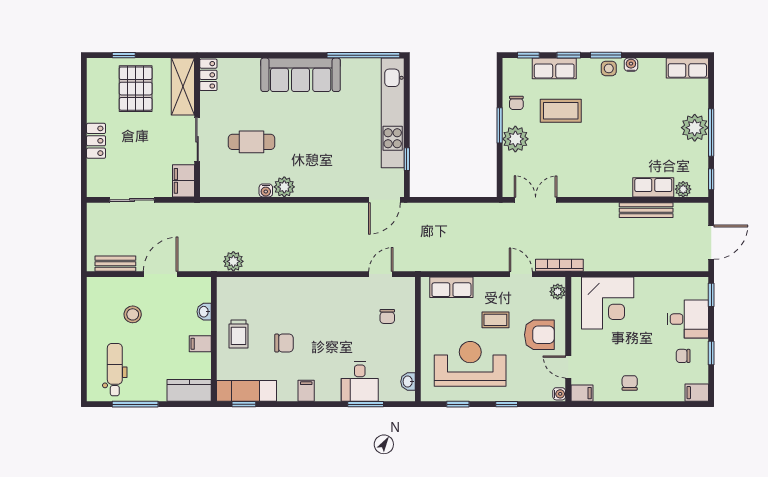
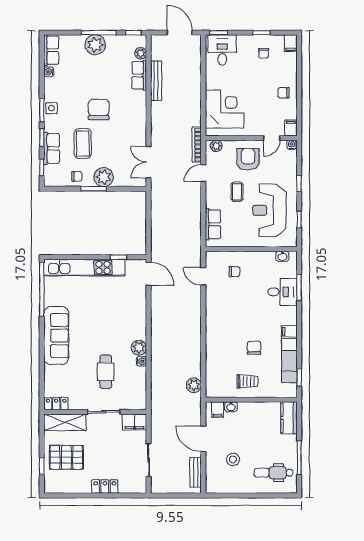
water cooler: (631, 65) -> (49, 72), moved
chair: (607, 132) -> (99, 109), added
desk: (688, 319) -> (222, 50), moved
filing cabinet: (200, 344) -> (218, 410), moved
exam couch: (247, 391) -> (289, 361), moved

